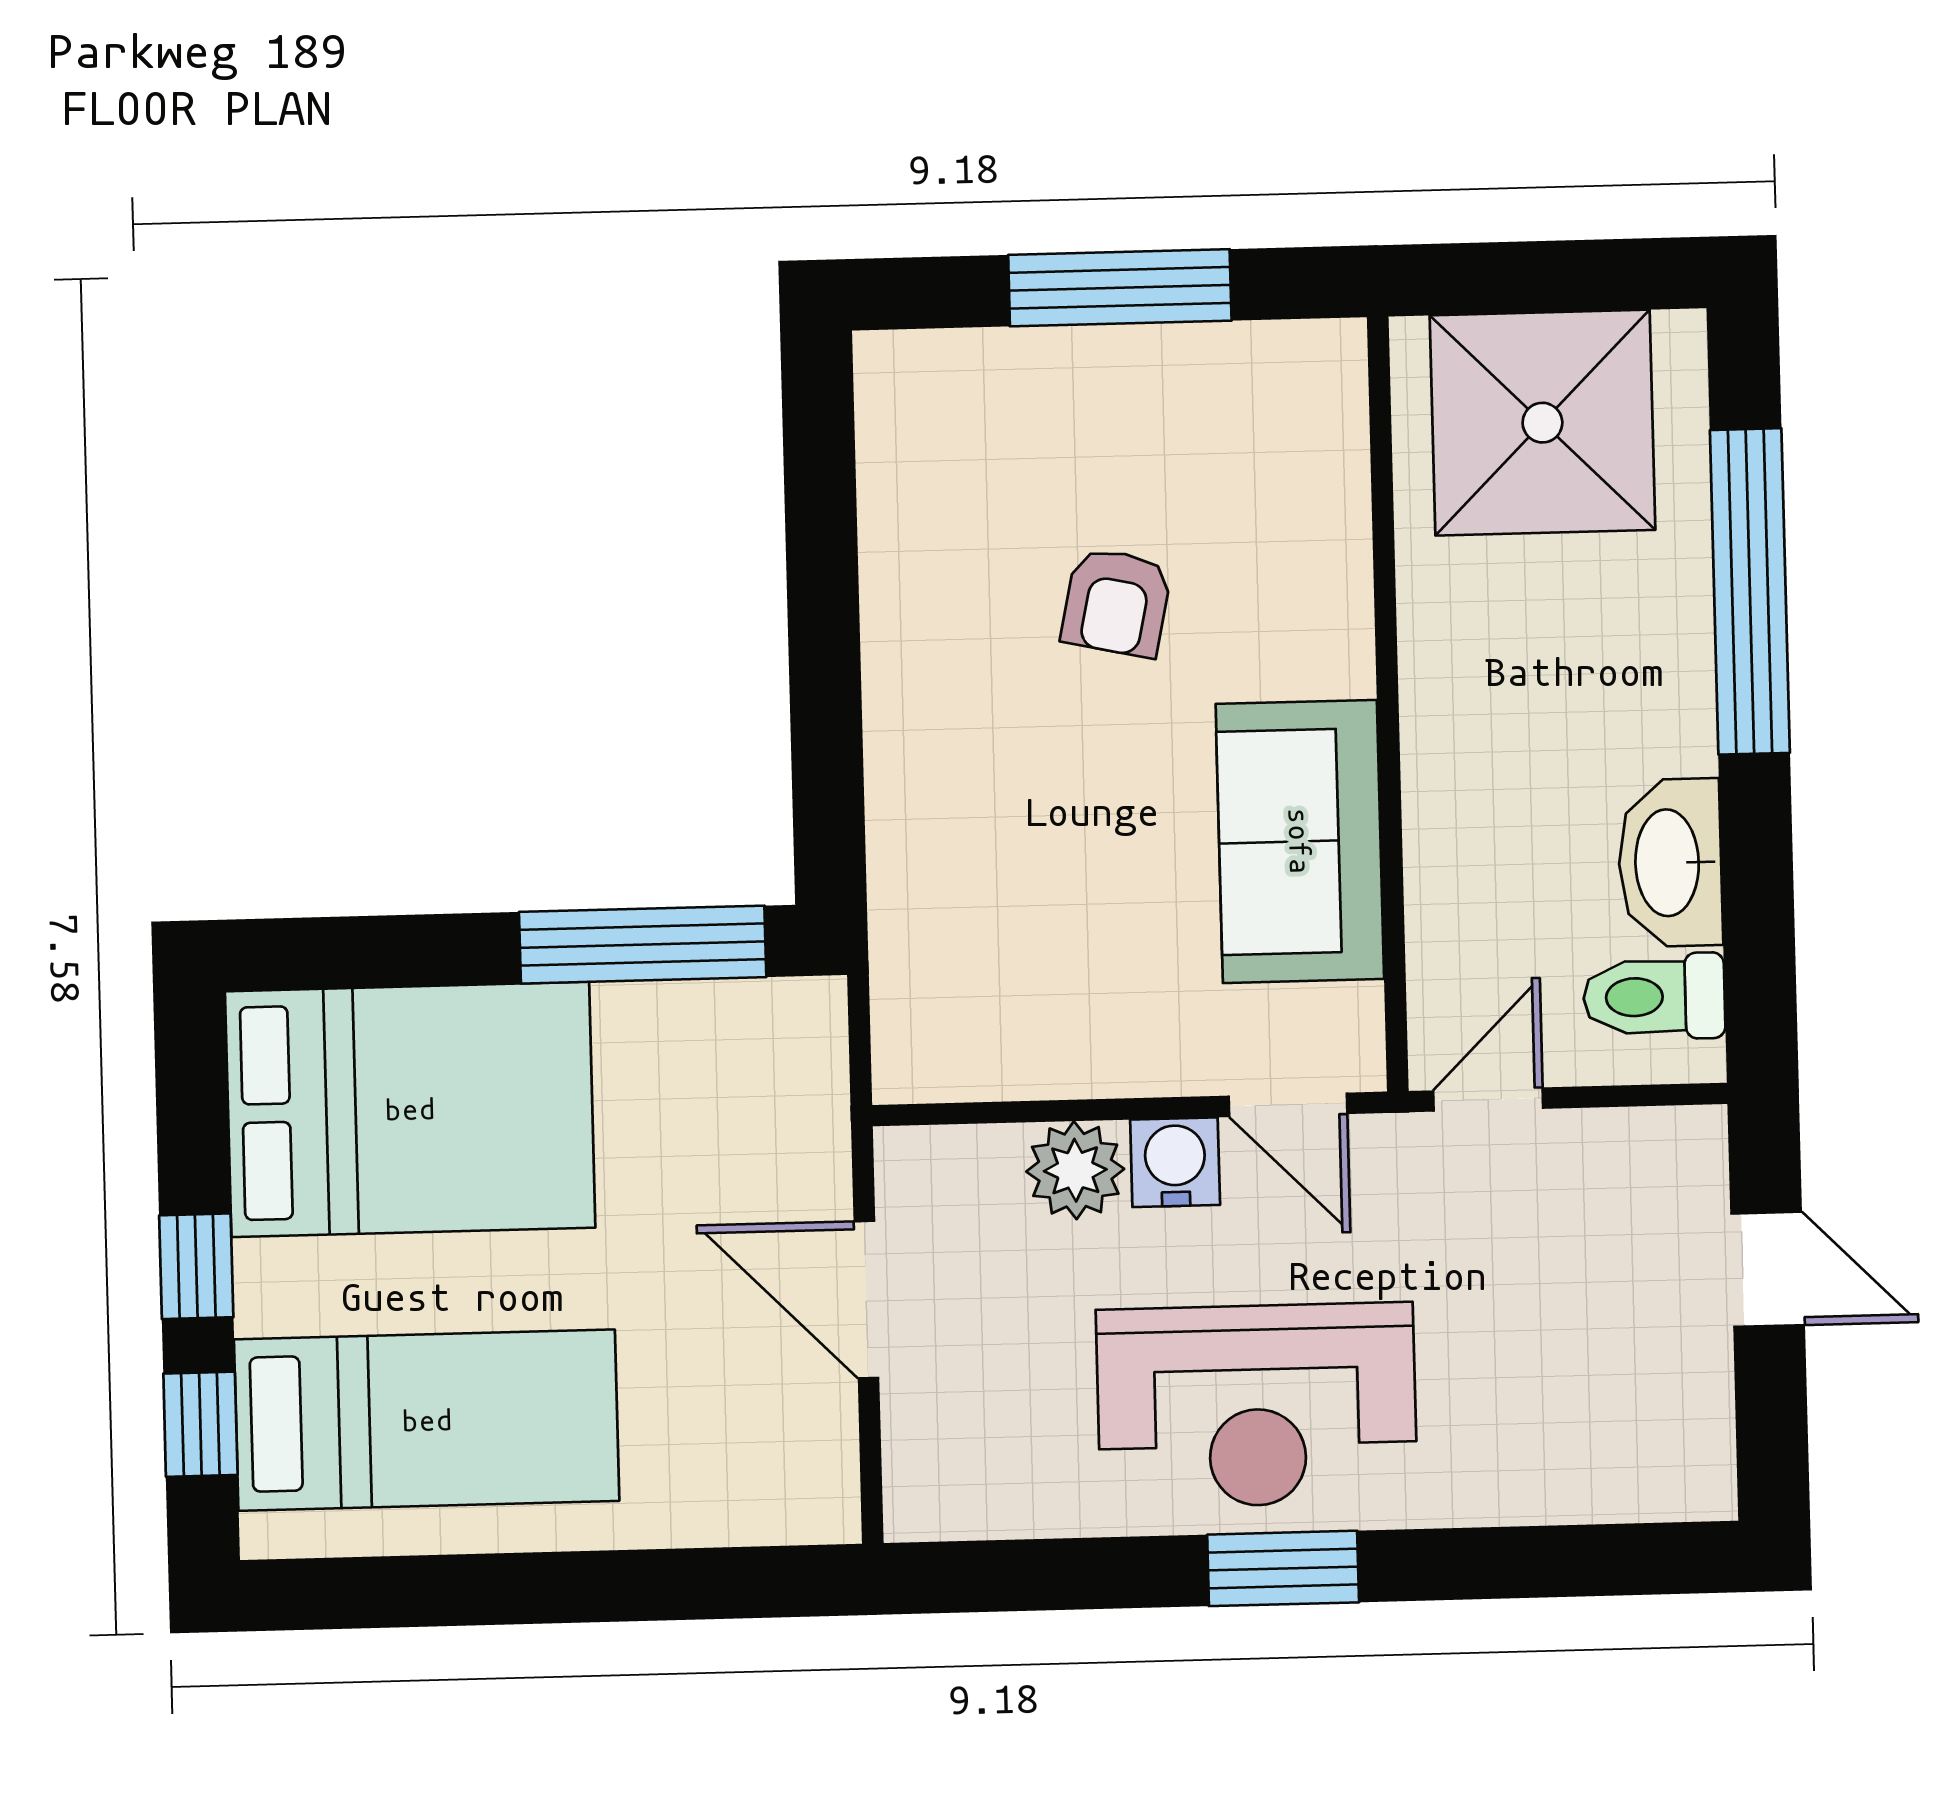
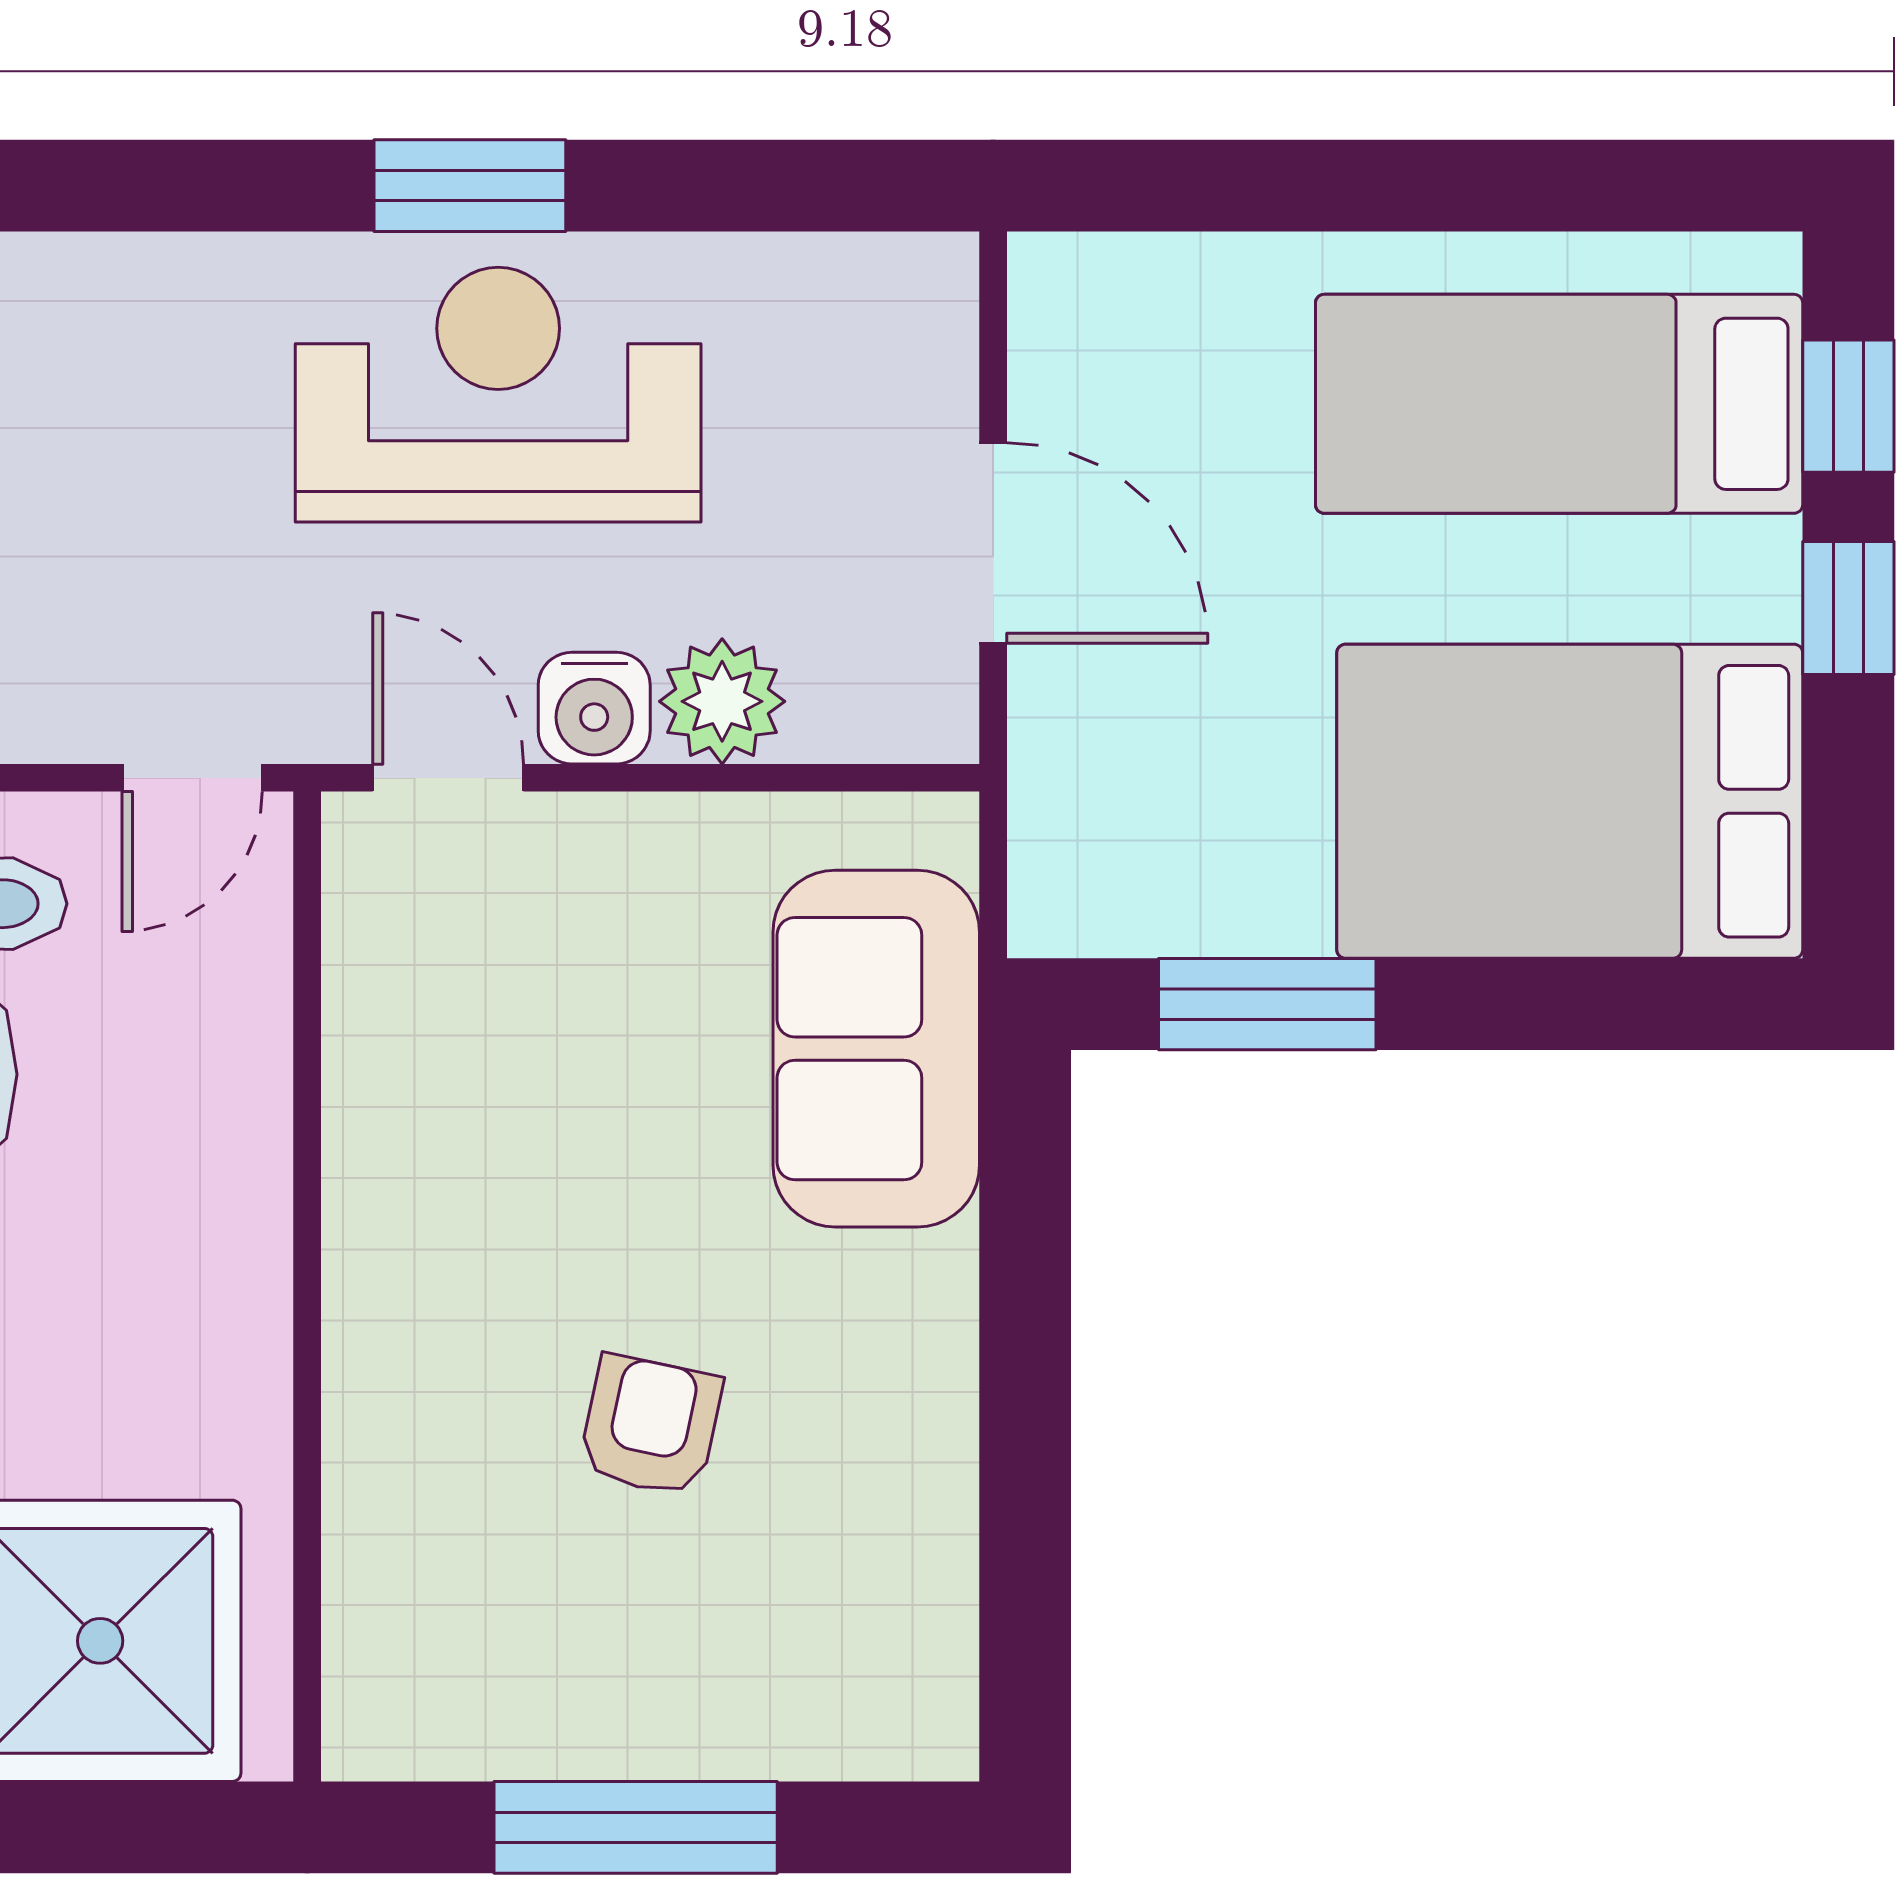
sofa: (1300, 841) -> (876, 1049), moved, turned 180
window: (643, 945) -> (1267, 1004), width x0.69

